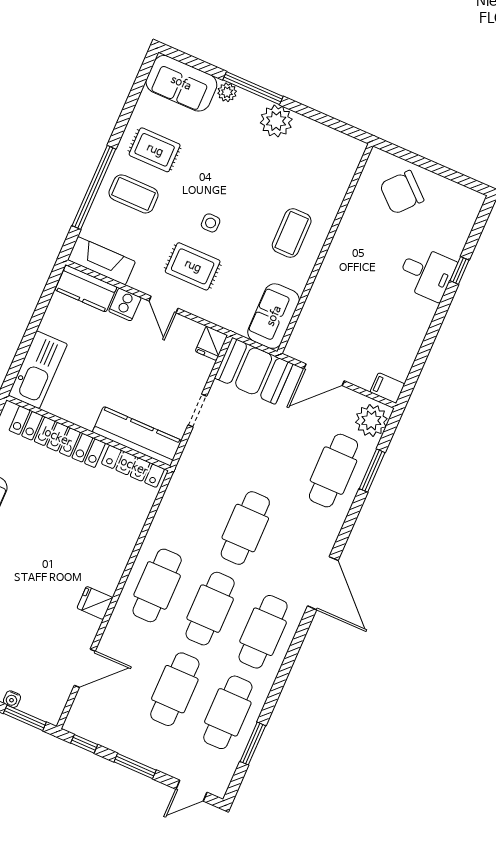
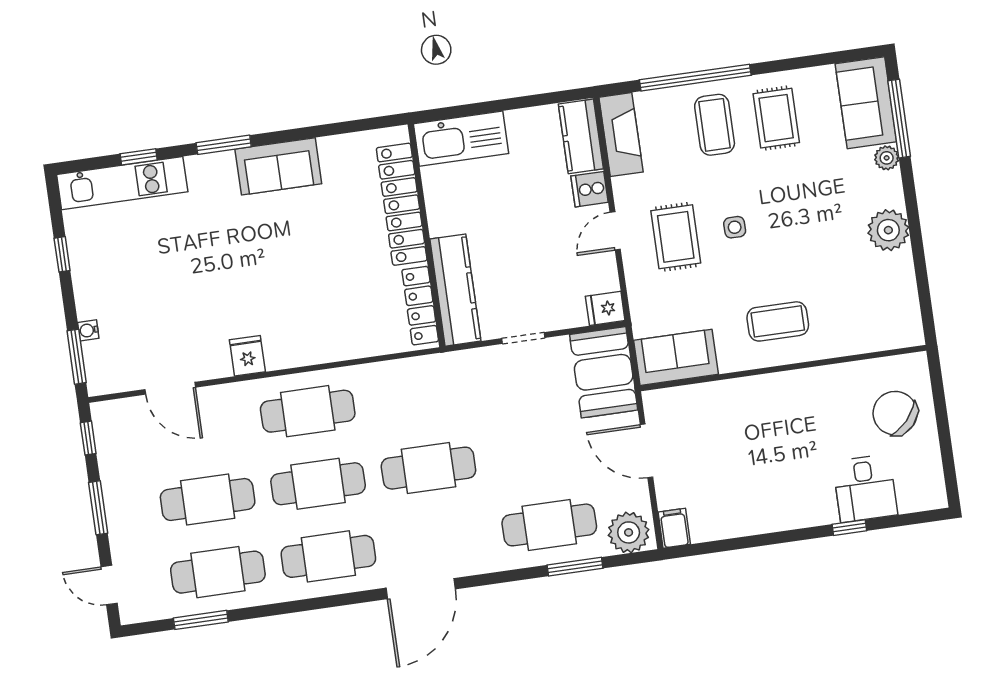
window: (253, 88) -> (899, 119), moved
desk: (427, 273) -> (865, 488), moved

